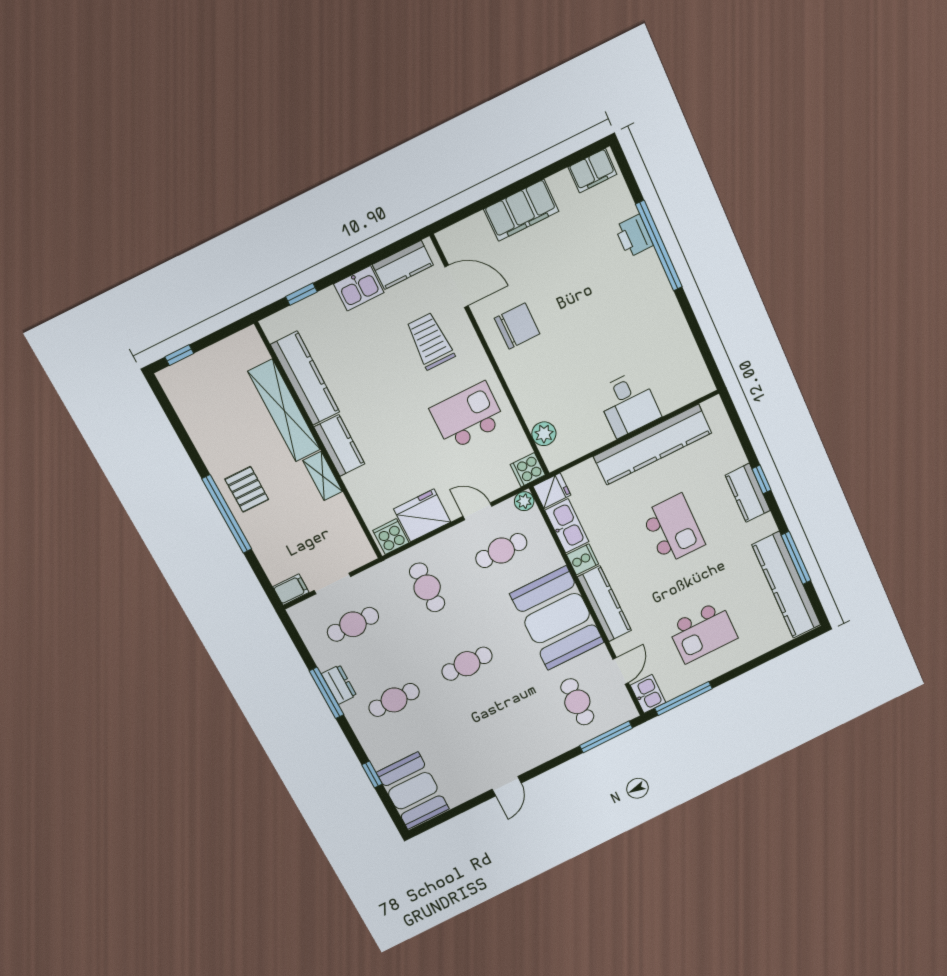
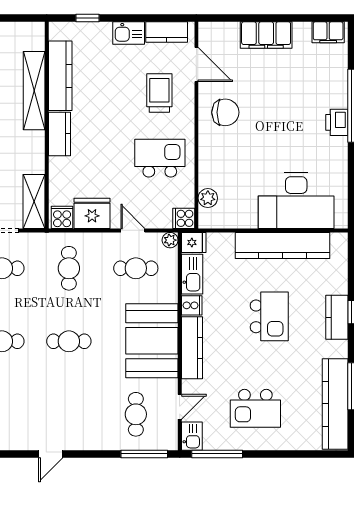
printer: (634, 236) -> (337, 122), moved
desk: (628, 404) -> (296, 200), width x1.87, depth x1.30
shelving: (323, 476) -> (34, 202), moved, width x1.50, depth x1.33

